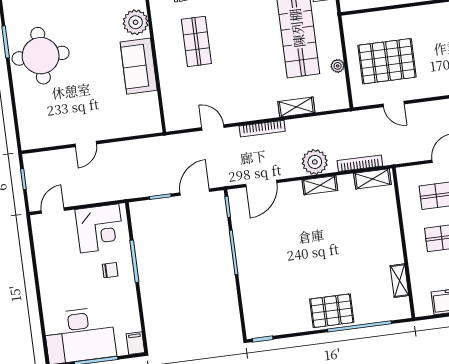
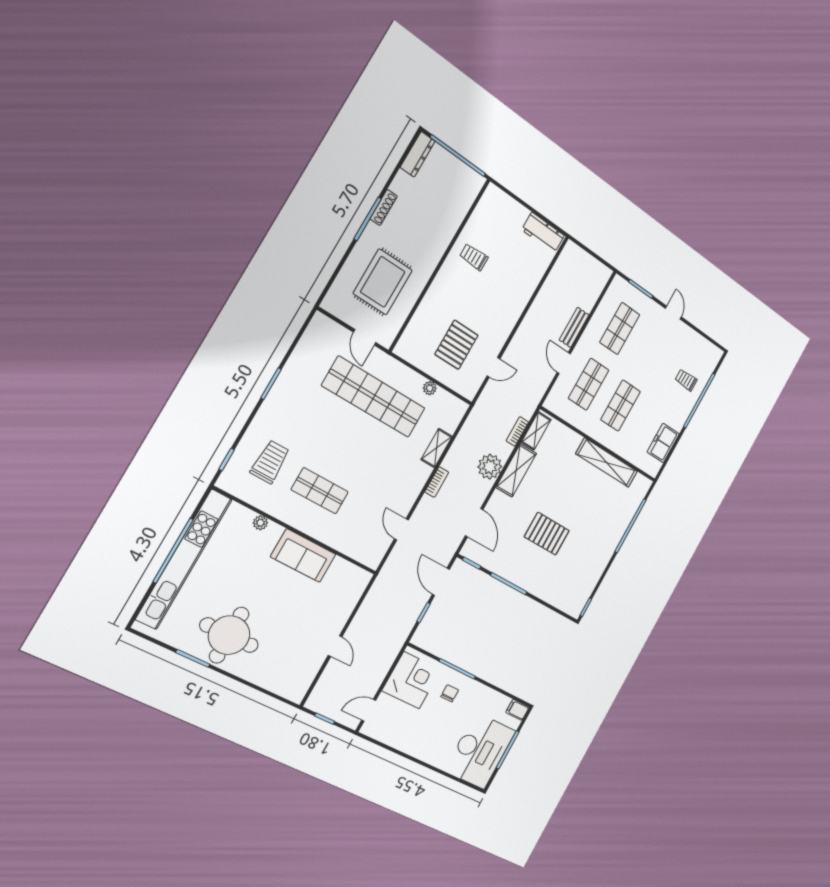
plant: (136, 22) -> (260, 523), width x0.53, depth x0.53
pallet: (387, 61) -> (457, 345), width x0.73, depth x0.71
door: (213, 127) -> (401, 529), hinge flipped
bookcase: (262, 129) -> (437, 482), width x0.64
bookcase: (360, 163) -> (517, 431), width x0.64
shelving: (320, 185) -> (516, 470), width x1.50, depth x1.33
door: (53, 211) -> (369, 710), hinge flipped
shelving: (399, 281) -> (607, 463), width x2.20, depth x1.33
pallet: (332, 311) -> (547, 534), moved, turned 90

